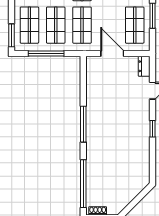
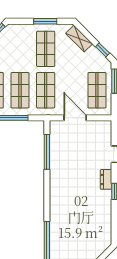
dresser: (144, 66) -> (106, 179), moved
window: (83, 124) -> (47, 152), moved

